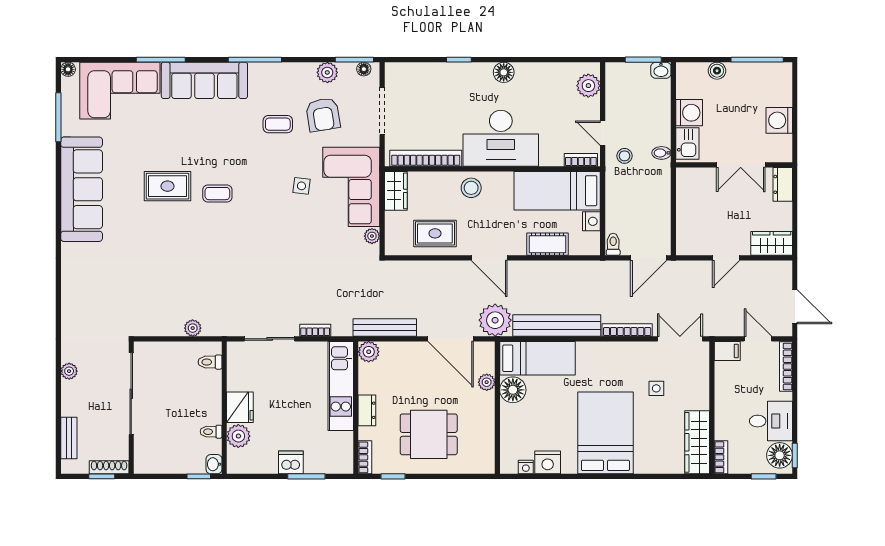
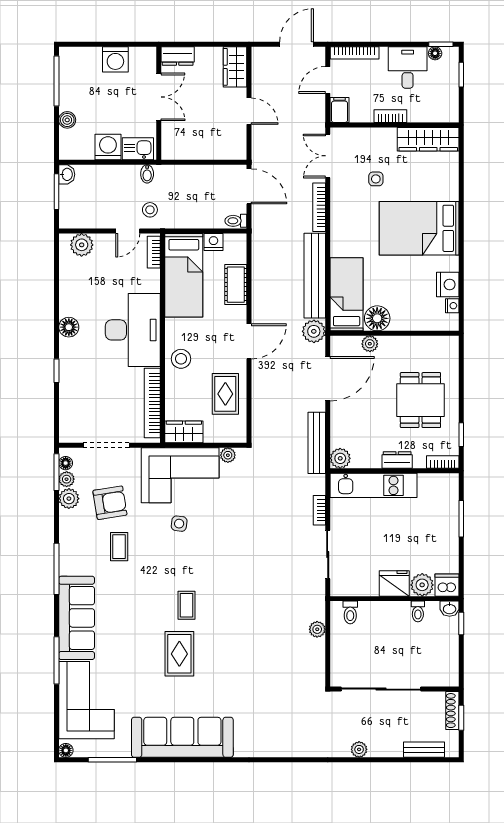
plant: (347, 70) -> (67, 479), added
plant: (495, 320) -> (314, 331), width x0.73, depth x0.73
floor lamp: (780, 455) -> (435, 53), width x0.53, depth x0.53
bookcase: (721, 457) -> (390, 116), moved
dishwasher: (291, 462) -> (447, 585), moved, turned 90

